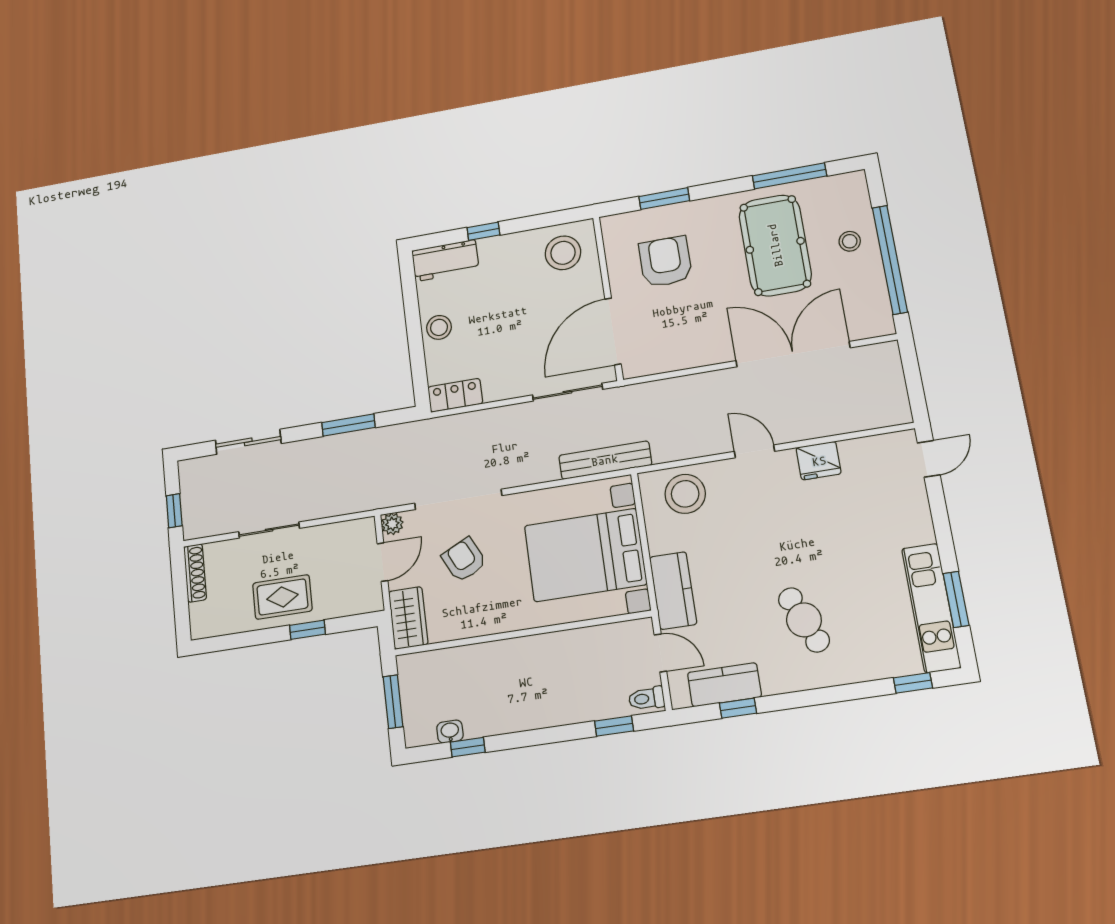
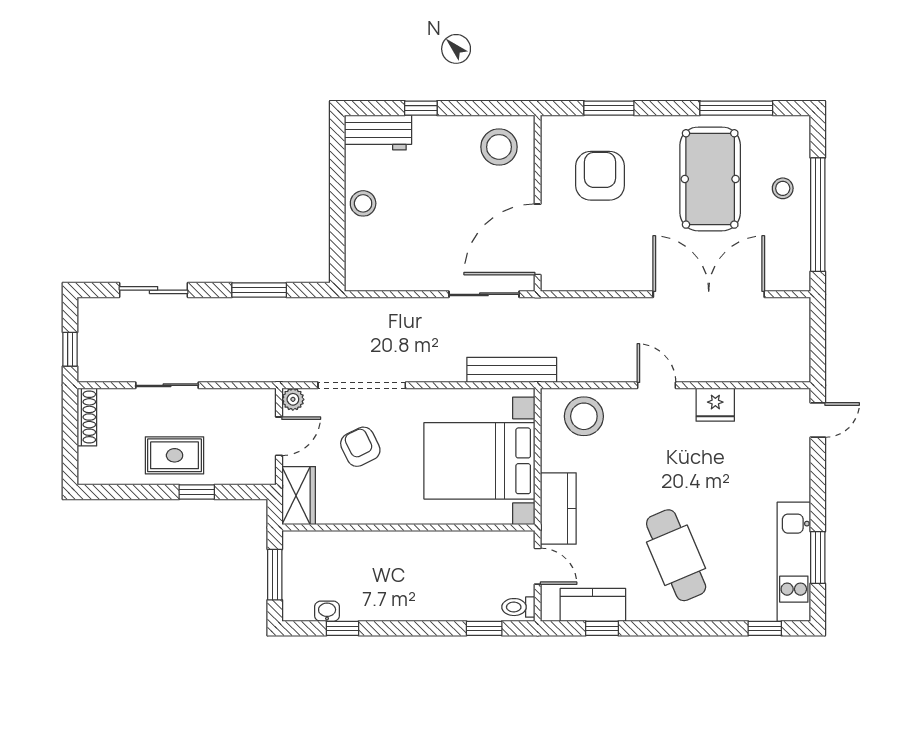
locker: (455, 395) -> (371, 278), removed
cafe table: (804, 620) -> (676, 555), width x1.37, depth x1.35

